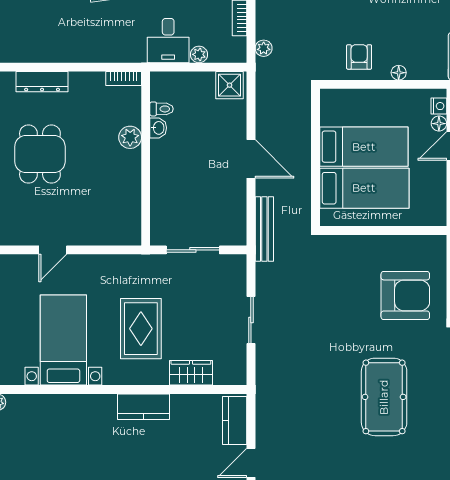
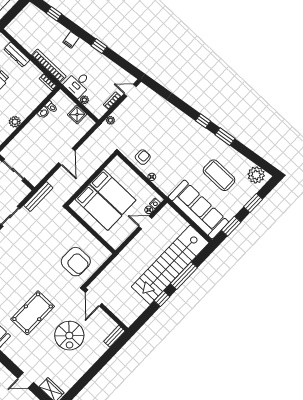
bookcase: (103, 54) -> (49, 66), added
shower: (230, 85) -> (77, 114), moved
plant: (130, 137) -> (15, 122), moved
bench: (264, 229) -> (38, 197), moved
pool table: (384, 397) -> (33, 313), moved

